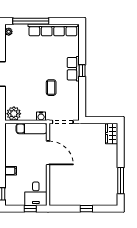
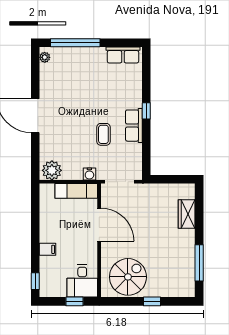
row of seats: (53, 30) -> (123, 55), width x0.50
row of seats: (73, 69) -> (134, 126), moved
wardrobe: (112, 133) -> (187, 214), moved
spiral stairs: (69, 191) -> (128, 277), added

